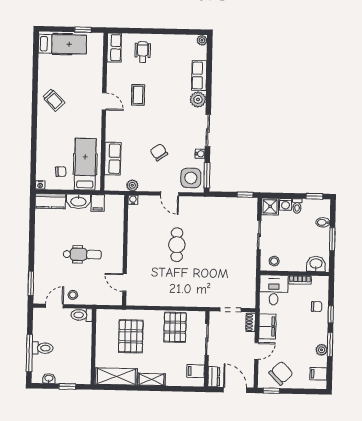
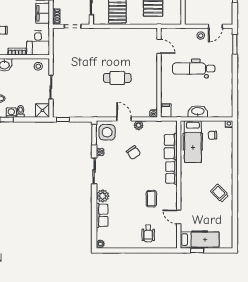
hospital bed: (62, 44) -> (200, 240), moved, turned 180
row of seats: (114, 48) -> (171, 172), moved
door: (104, 101) -> (179, 217), moved
plant: (132, 185) -> (139, 125), moved
kitchen counter: (50, 201) -> (220, 111), removed
filing cabinet: (98, 203) -> (166, 110), moved
washing machine: (286, 204) -> (11, 113), moved
cafe table: (177, 245) -> (117, 78), turned 90
dental chair: (82, 254) -> (194, 69), width x1.36, depth x1.38
toilet: (82, 315) -> (193, 19), removed

